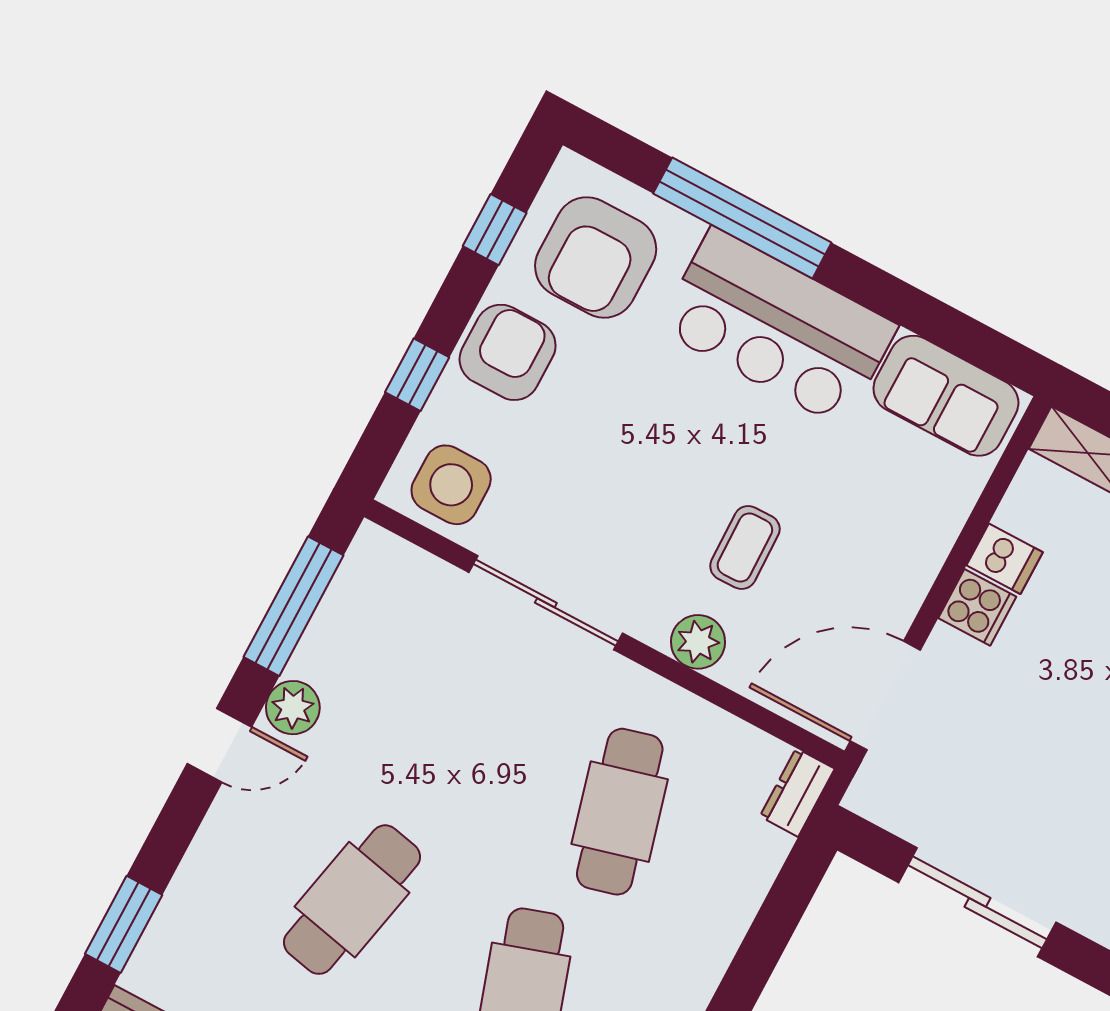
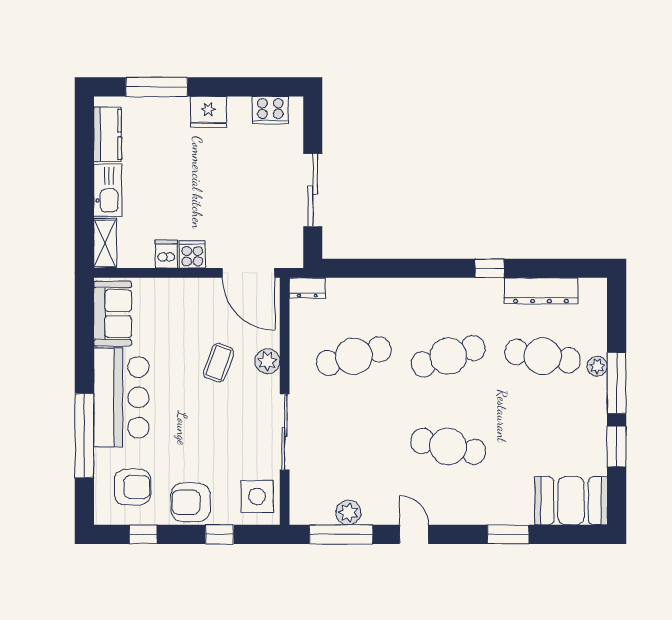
armchair: (596, 257) -> (133, 487), width x0.73, depth x0.73
coffee table: (745, 547) -> (219, 363), turned -69
plant: (293, 708) -> (348, 513), moved

